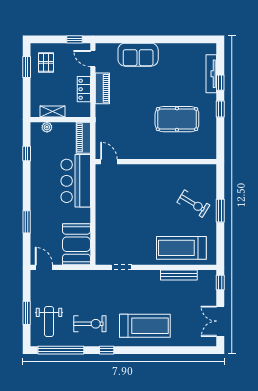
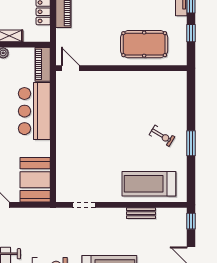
door: (109, 162) -> (70, 68), moved
wall: (156, 162) -> (121, 68), moved
exercise bike: (193, 204) -> (162, 136), width x0.73, depth x0.72
bench: (179, 275) -> (141, 213), width x0.73

